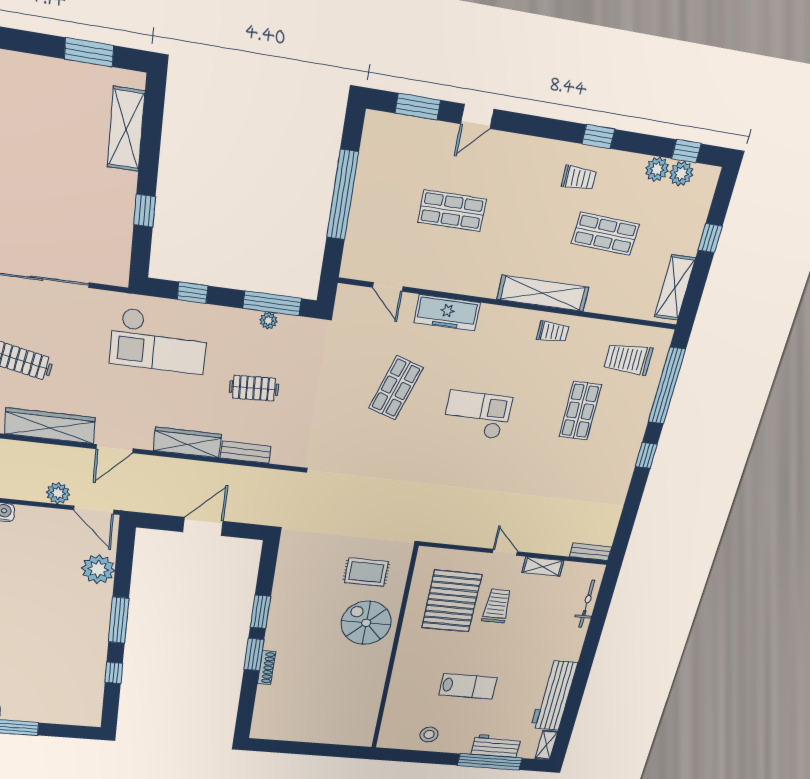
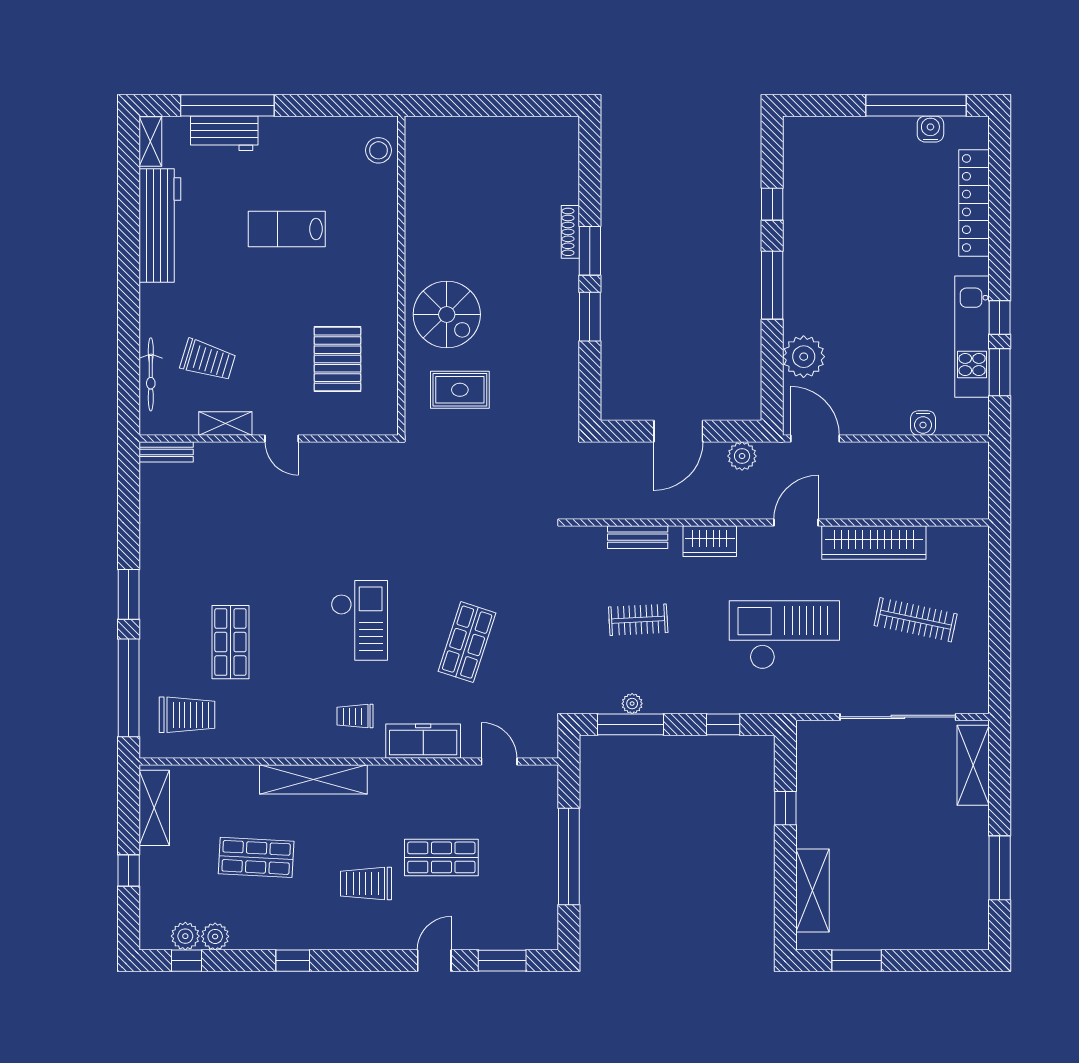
trolley: (579, 178) -> (366, 884), moved, width x1.36, depth x1.39
trolley: (553, 332) -> (355, 716), moved
checkout: (159, 341) -> (784, 635), moved
checkout: (477, 415) -> (359, 620), turned -90
wardrobe: (187, 442) -> (710, 541), width x0.67
window: (646, 455) -> (129, 594), width x1.50
plant: (58, 493) -> (742, 456), moved
pallet: (452, 601) -> (337, 359), width x0.73, depth x0.71
trolley: (497, 606) -> (208, 360), moved, turned -73
stool: (429, 735) -> (378, 150), moved

